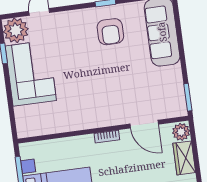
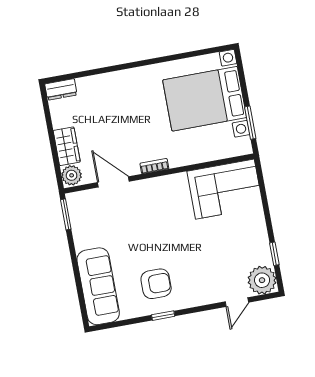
armchair: (110, 32) -> (156, 284), turned 90
corner sofa: (31, 73) -> (225, 189), moved, turned -90

